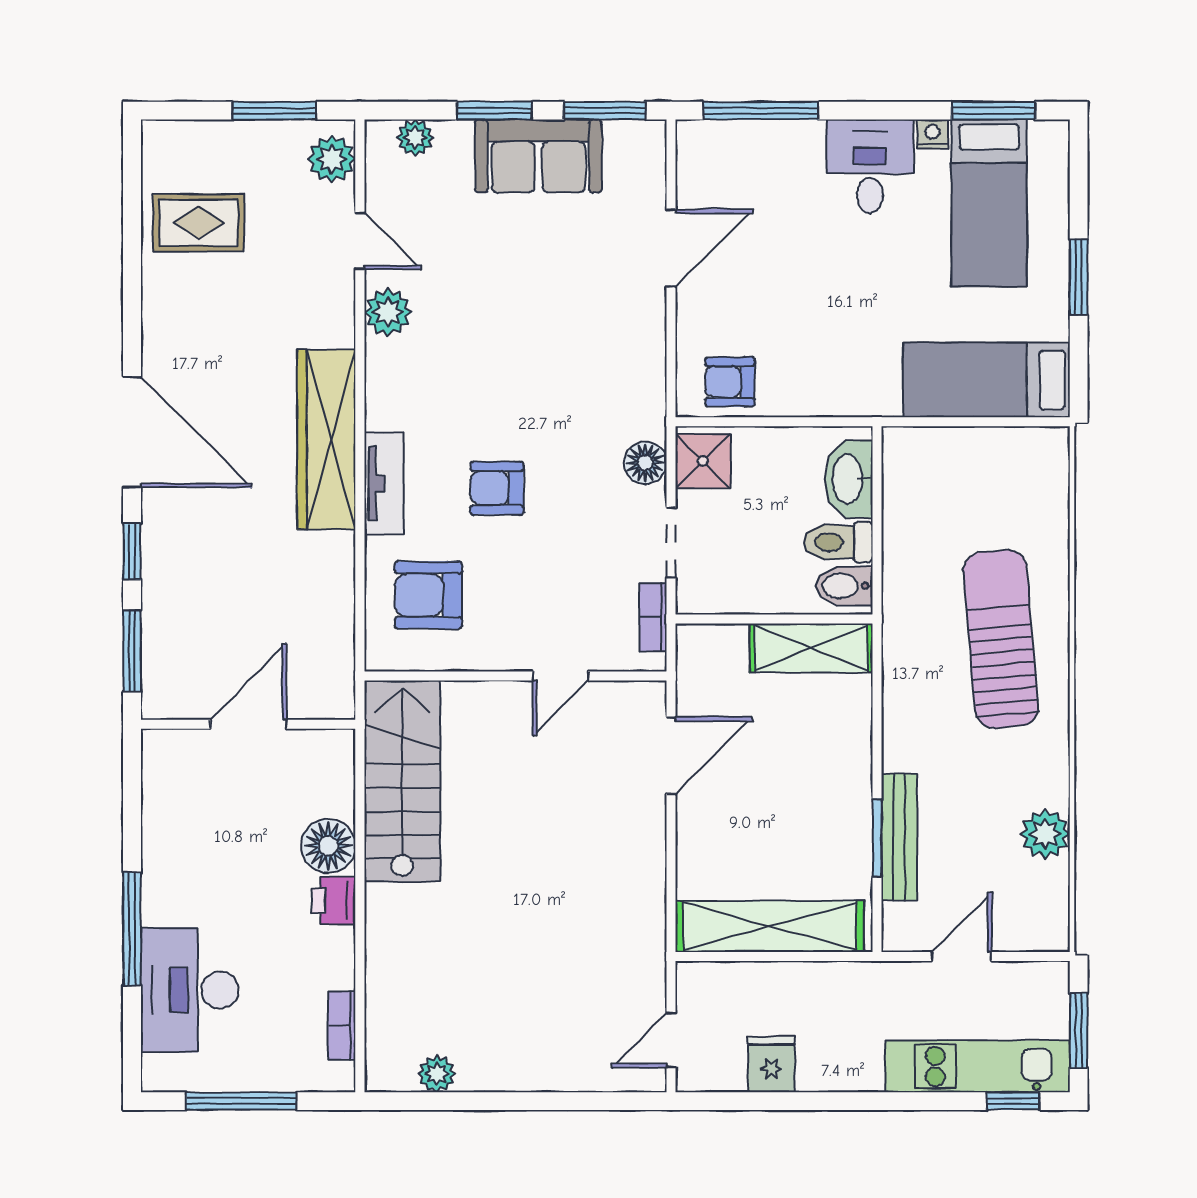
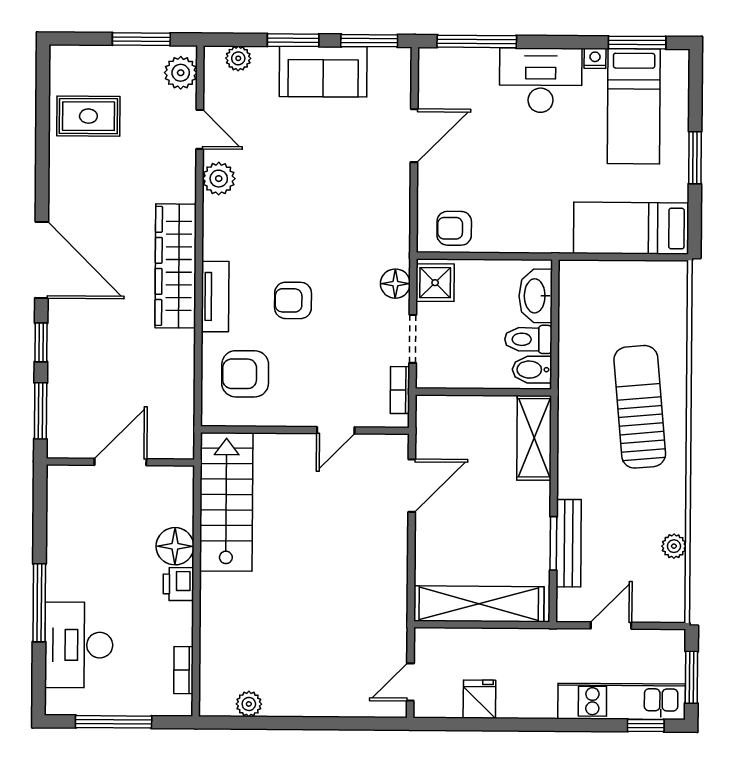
desk: (870, 166) -> (541, 80), width x1.37
shelving: (811, 648) -> (534, 438), moved, turned 90
plant: (1045, 834) -> (674, 546), width x0.73, depth x0.73

